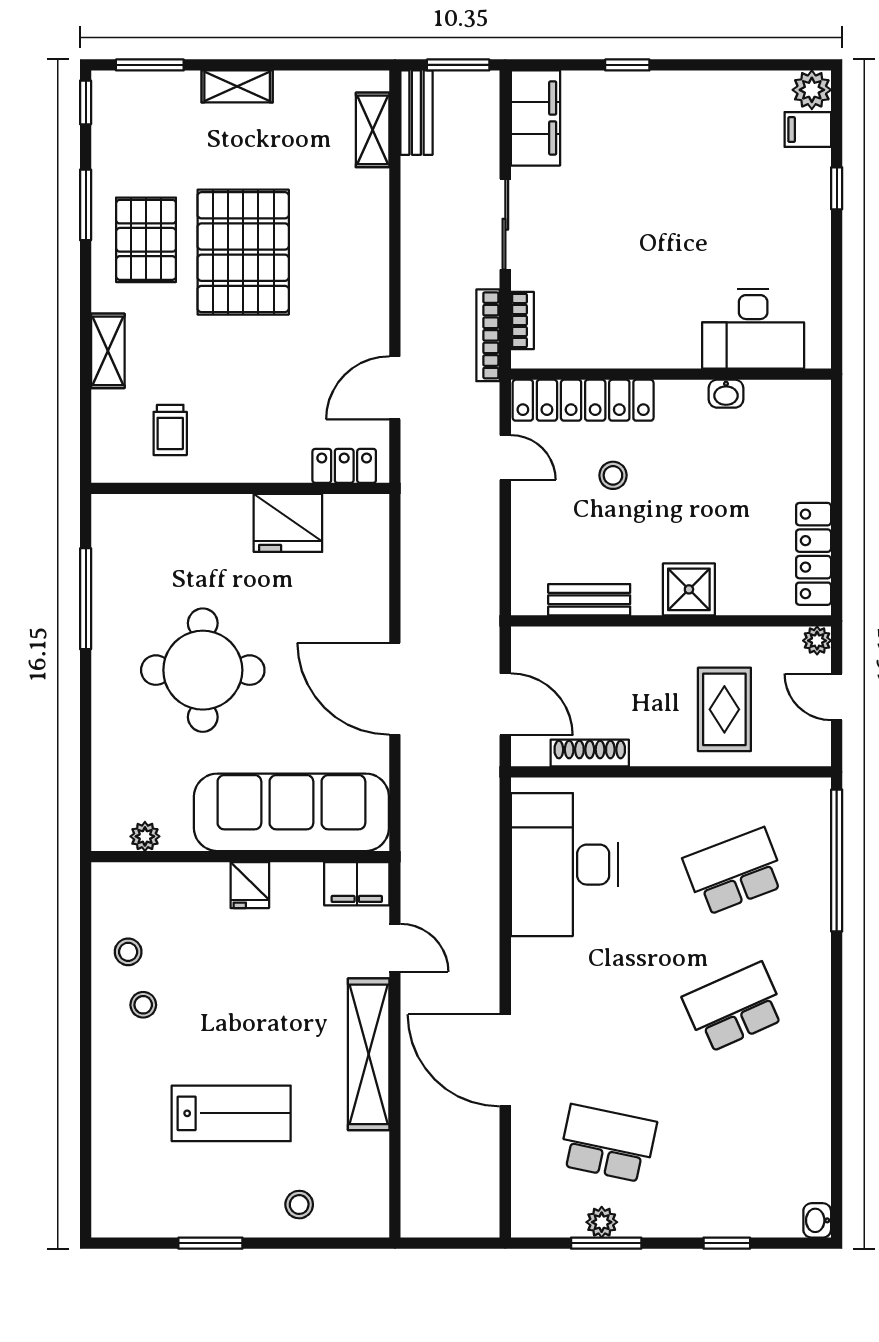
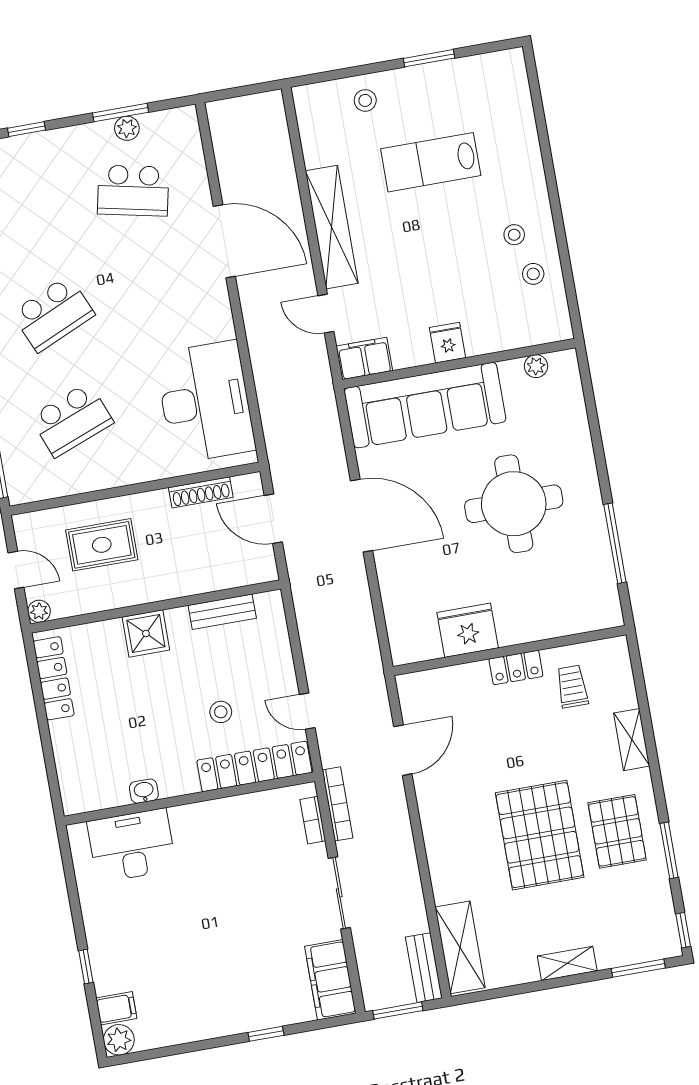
shelving: (373, 130) -> (460, 947), width x1.50, depth x1.33
locker: (344, 466) -> (516, 668), moved
rug: (724, 709) -> (102, 545), turned 90

